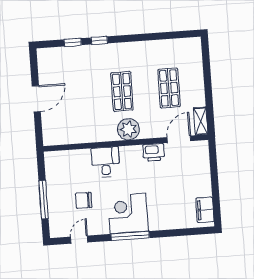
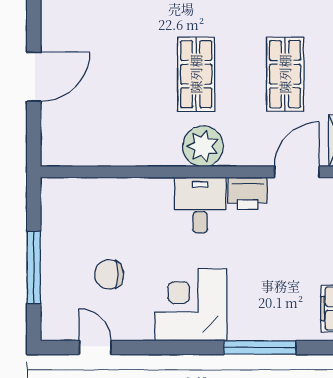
desk: (106, 162) -> (200, 205), moved
window: (130, 236) -> (260, 347), moved
door: (79, 240) -> (95, 347), hinge flipped

